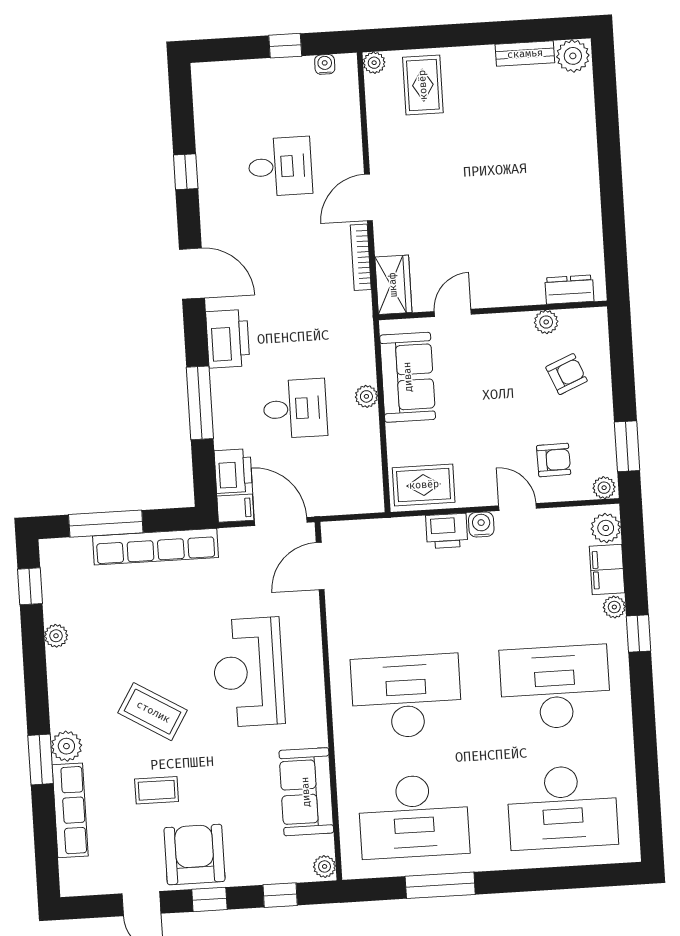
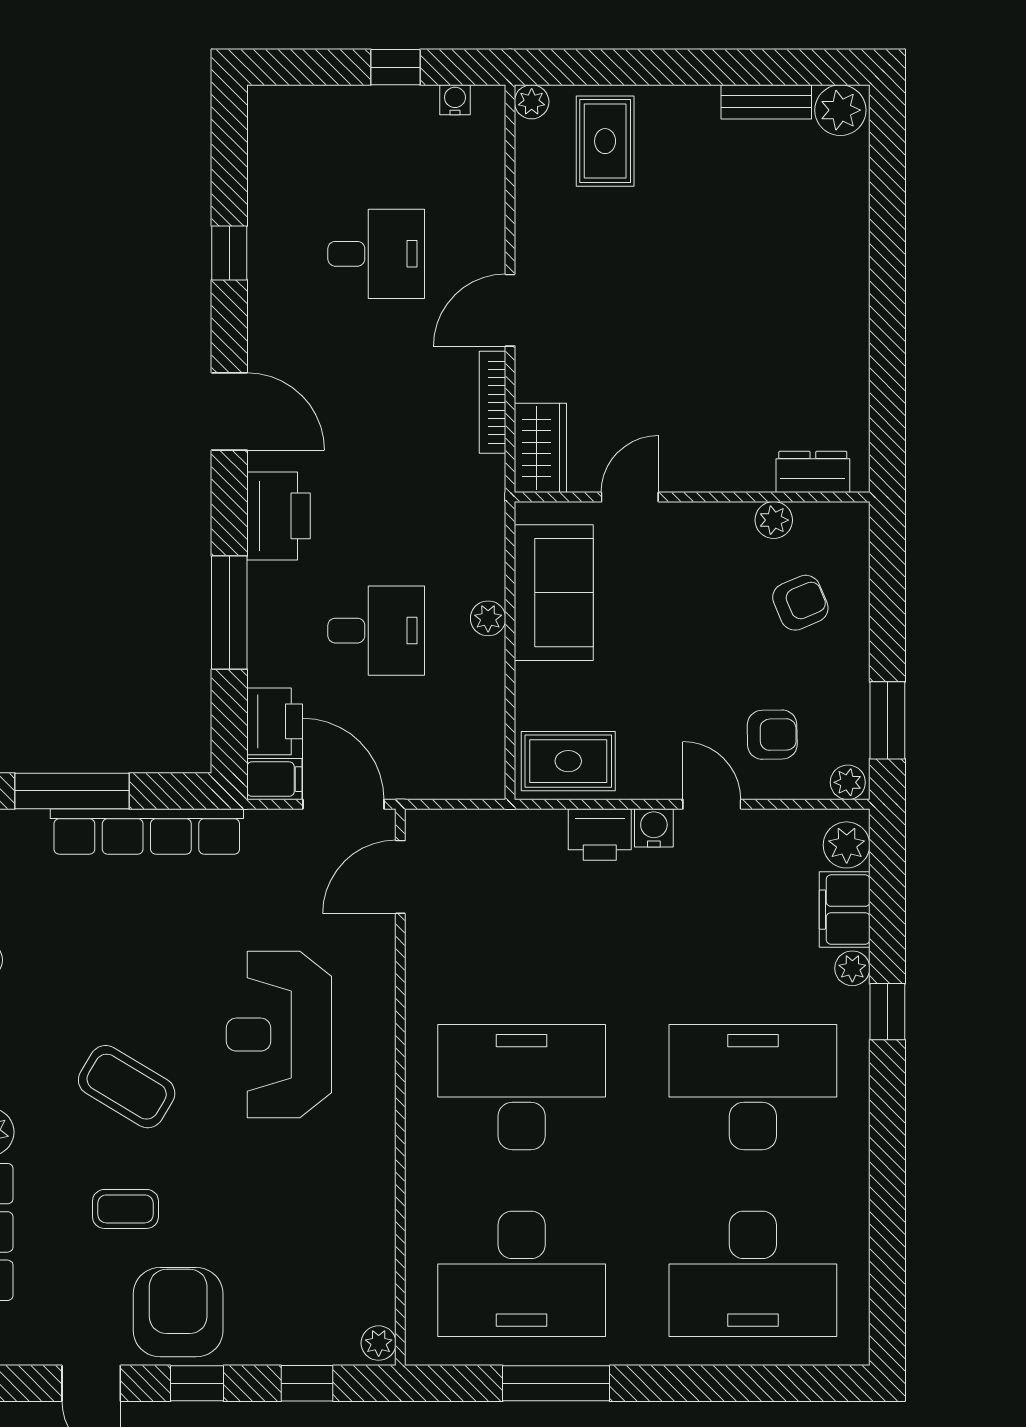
sofa: (306, 792) -> (357, 1225), removed

